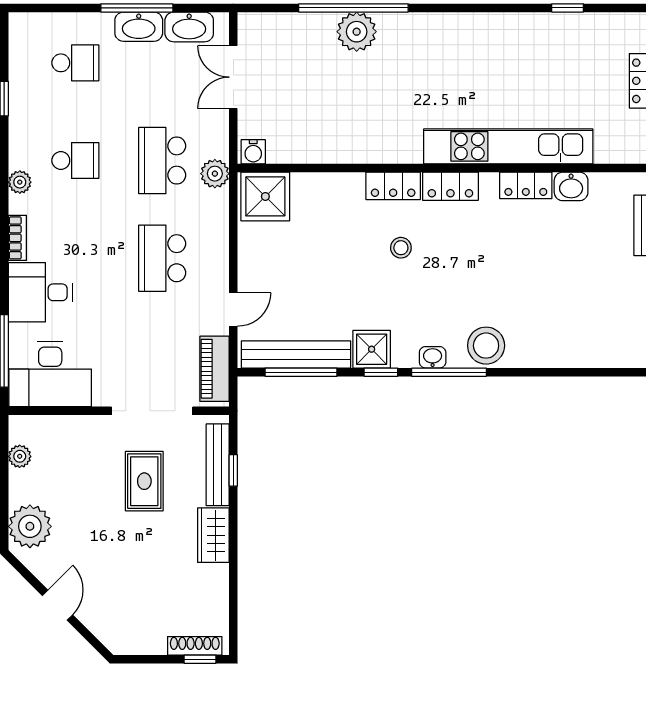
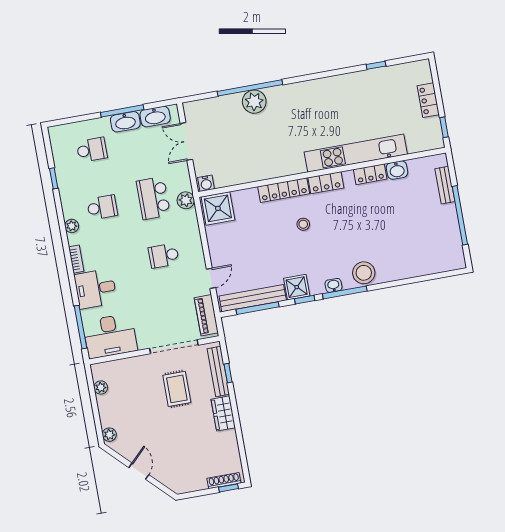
locker: (393, 186) -> (284, 190), width x1.53
school desk: (162, 258) -> (164, 256), width x0.54
plant: (30, 526) -> (109, 435), width x0.53, depth x0.53

